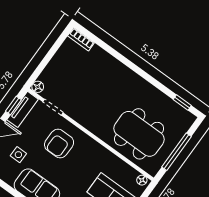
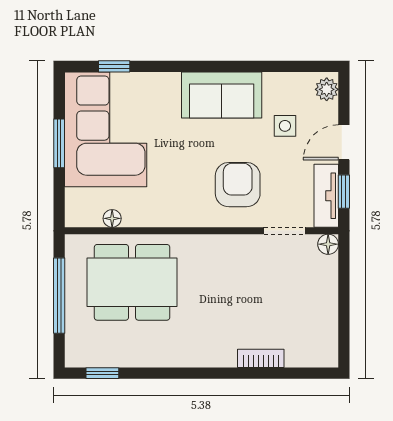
bookcase: (81, 39) -> (261, 358), moved
floor lamp: (142, 180) -> (112, 218), moved

